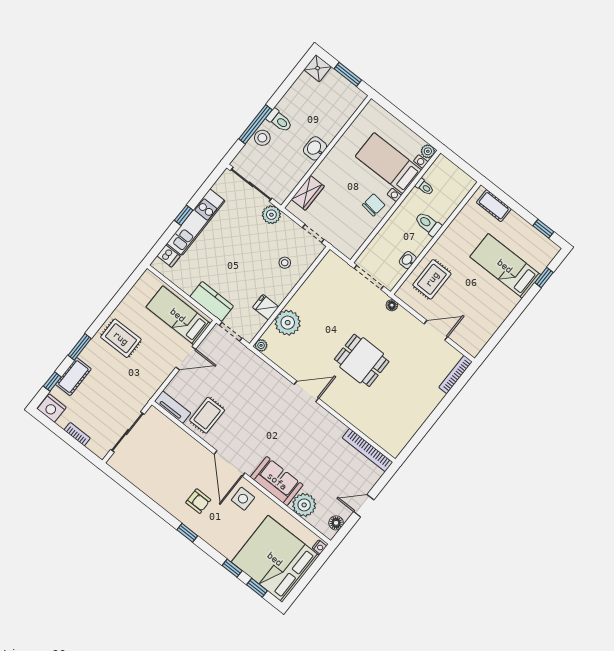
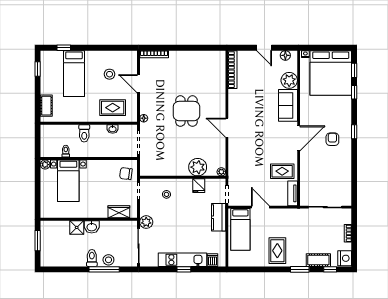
shower: (318, 68) -> (77, 227), moved
chair: (374, 205) -> (126, 174), moved
stool: (473, 306) -> (110, 74), added
side table: (243, 499) -> (312, 116), removed

